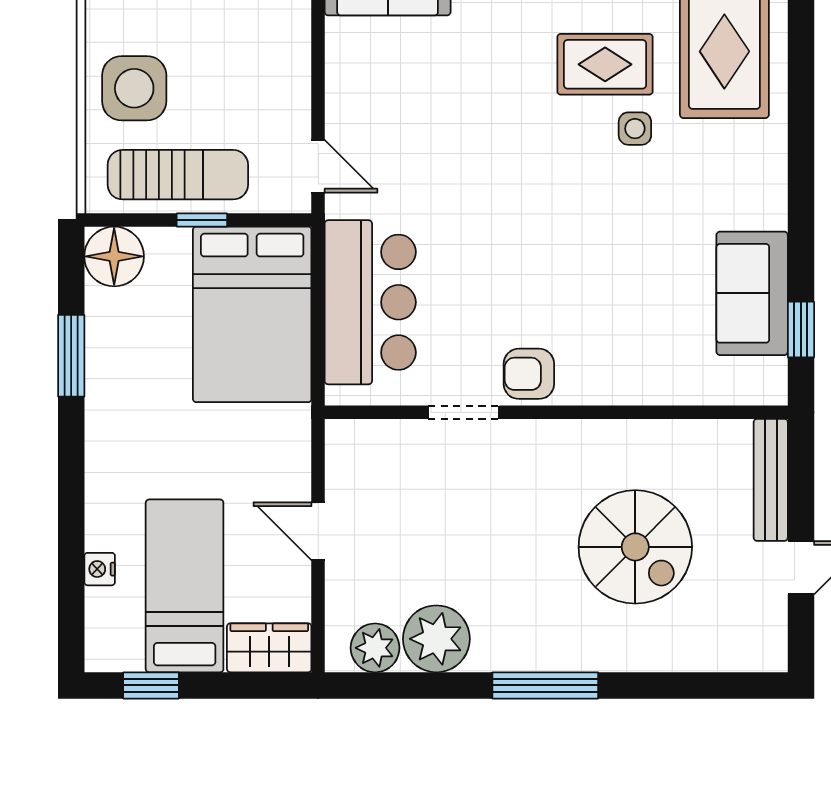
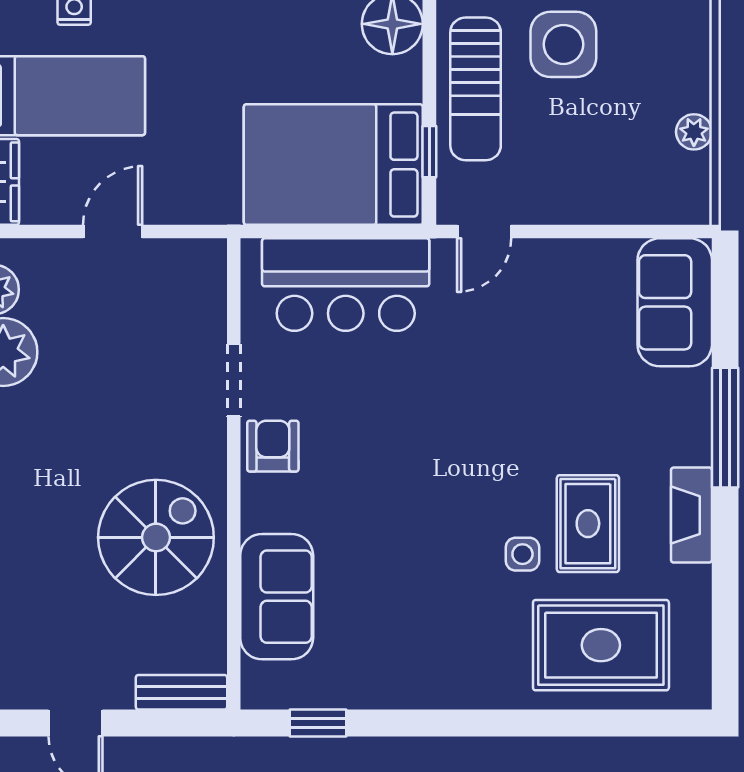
window: (202, 220) -> (429, 152), moved
sofa: (752, 293) -> (277, 597), moved, turned 90
bench: (771, 480) -> (181, 692), width x0.73
spiral stairs: (635, 547) -> (156, 537), moved, turned 180

